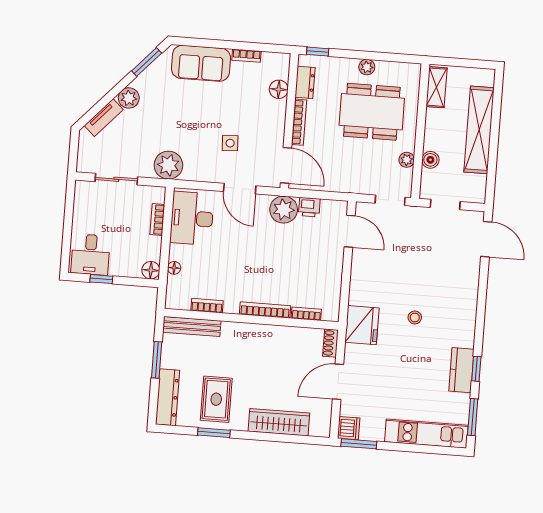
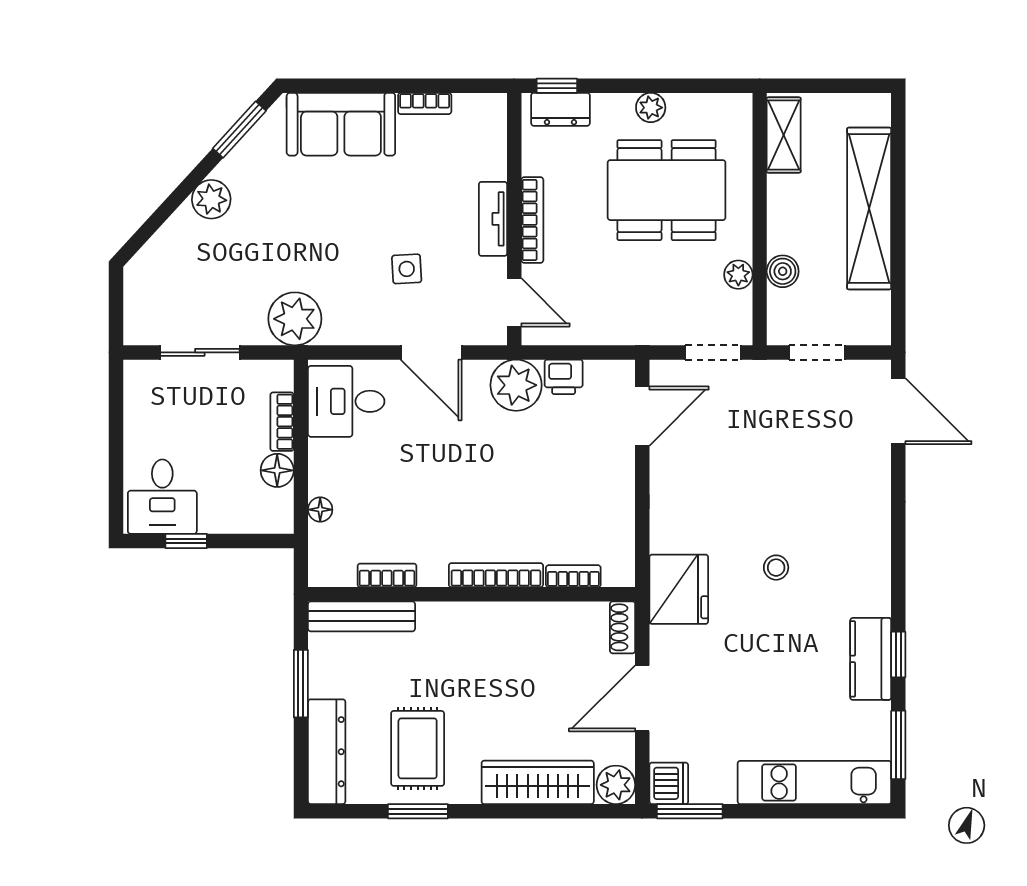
dresser: (305, 82) -> (560, 109), moved, turned 90
floor lamp: (279, 89) -> (490, 162), removed
tv unit: (104, 118) -> (493, 219), moved, turned 137
door: (286, 165) -> (514, 302), width x0.73
desk: (192, 218) -> (346, 401), width x0.73
door: (350, 231) -> (642, 416), hinge flipped
floor lamp: (151, 270) -> (277, 470), moved
plant: (320, 427) -> (616, 785), added

